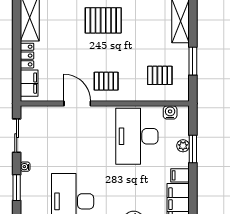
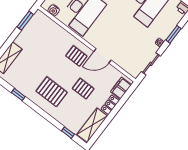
window: (193, 61) -> (25, 21), moved
pallet: (160, 75) -> (83, 89), moved
door: (77, 103) -> (102, 56), hinge flipped

